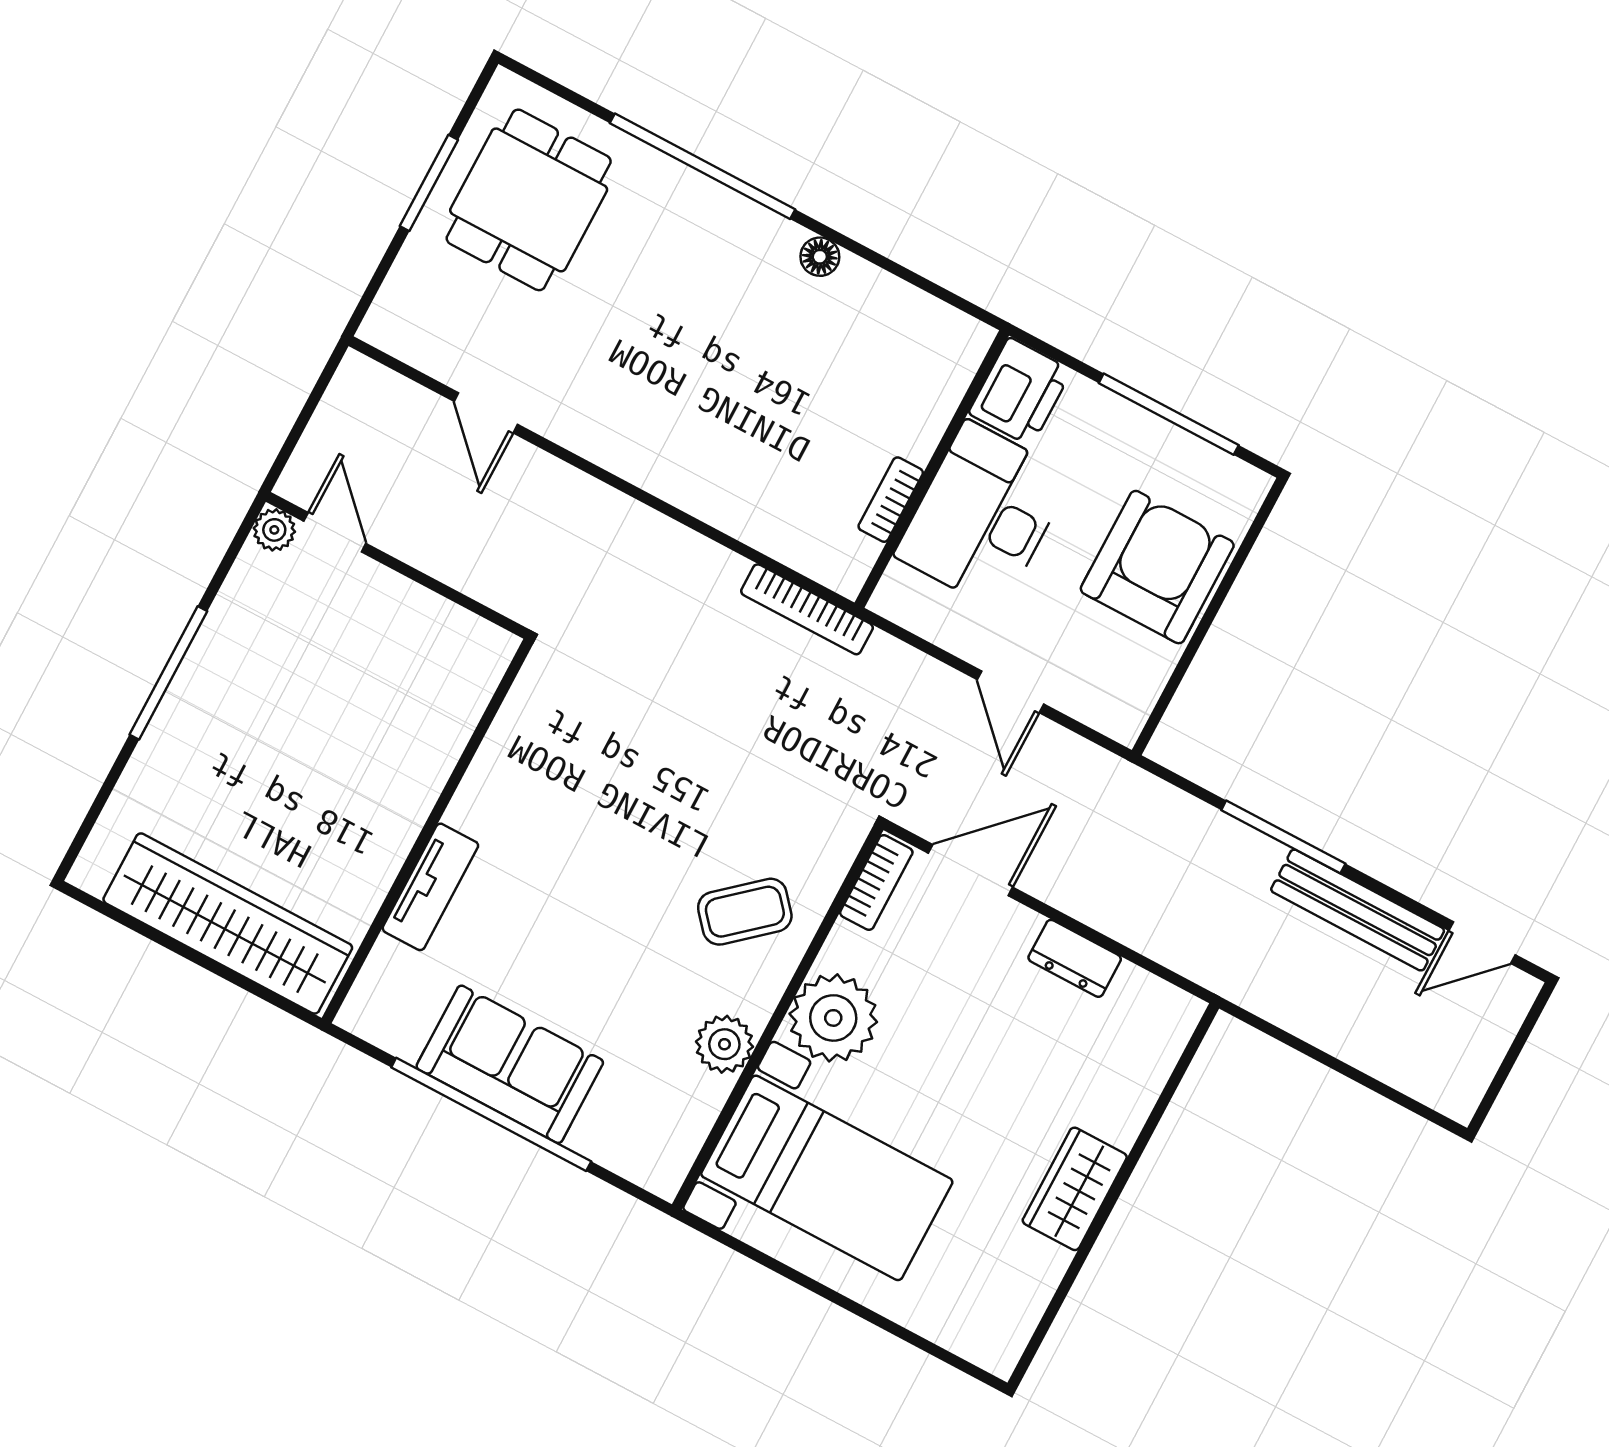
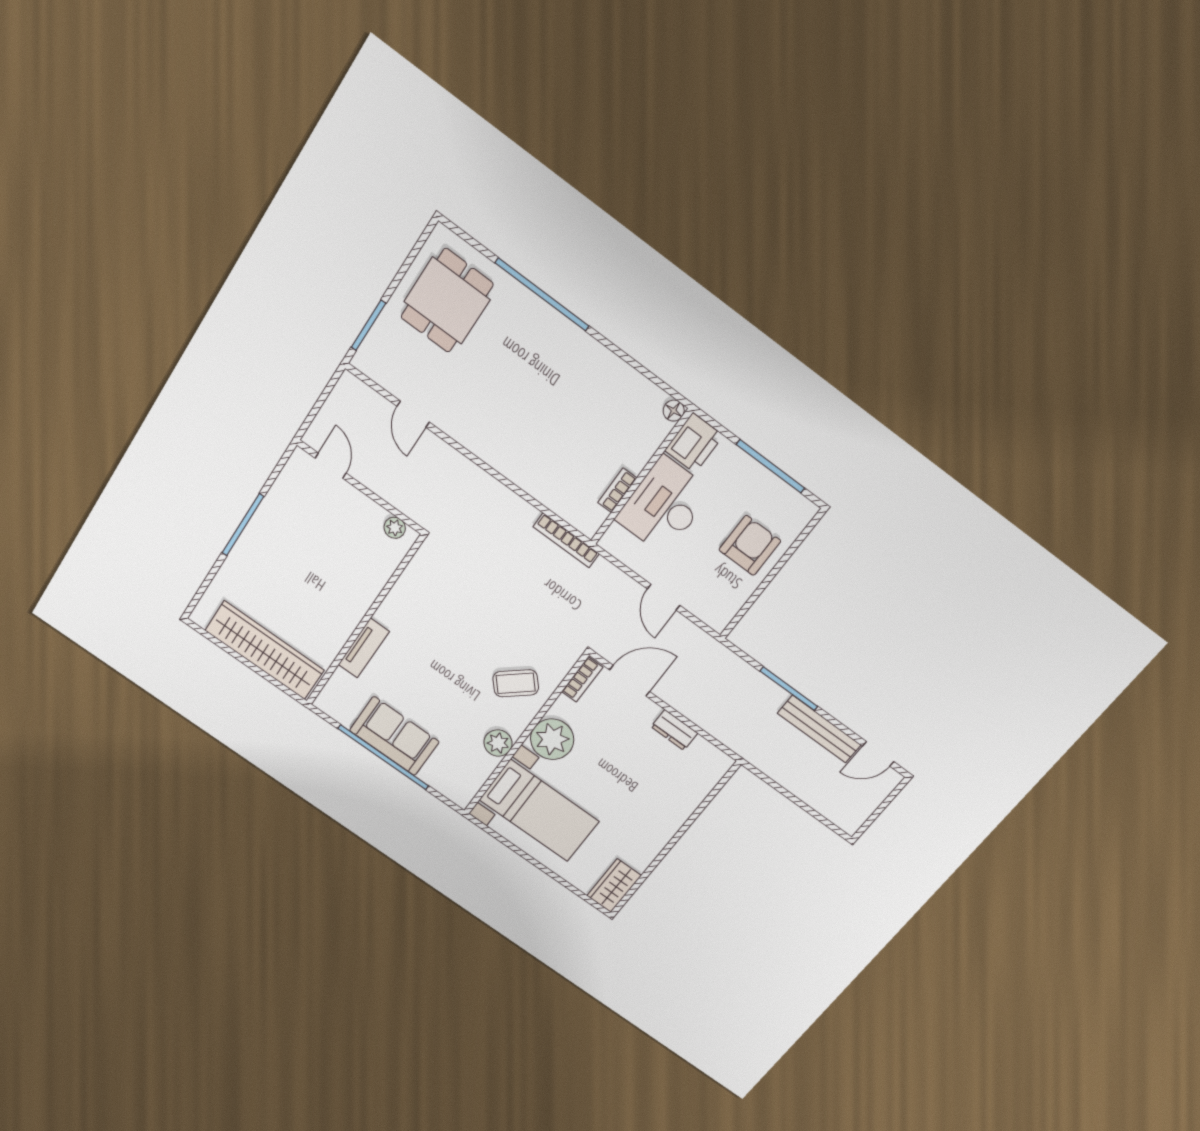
window: (429, 183) -> (369, 325), moved
floor lamp: (820, 257) -> (674, 411), moved
plant: (274, 530) -> (395, 528), moved
armchair: (1157, 567) -> (750, 545), width x0.73, depth x0.73
wardrobe: (1075, 1189) -> (614, 885), moved

